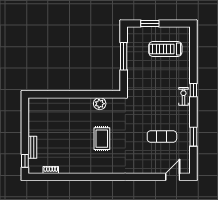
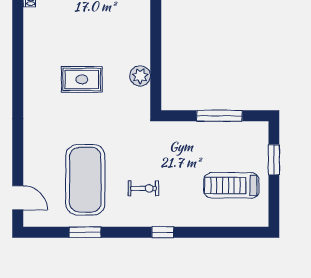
treadmill: (165, 49) -> (231, 185), turned -90
exercise bike: (183, 96) -> (143, 188), moved
exercise mat: (162, 136) -> (85, 180), width x2.00, depth x1.45

